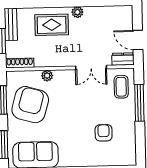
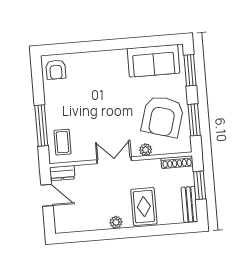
rug: (52, 25) -> (144, 207), turned 90
double door: (91, 67) -> (114, 160), moved
armchair: (104, 133) -> (56, 70), moved

